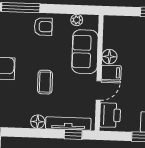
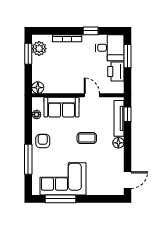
floor lamp: (109, 57) -> (38, 88), moved
filing cabinet: (111, 73) -> (77, 86), removed
printer: (110, 115) -> (116, 71), moved, turned -90

